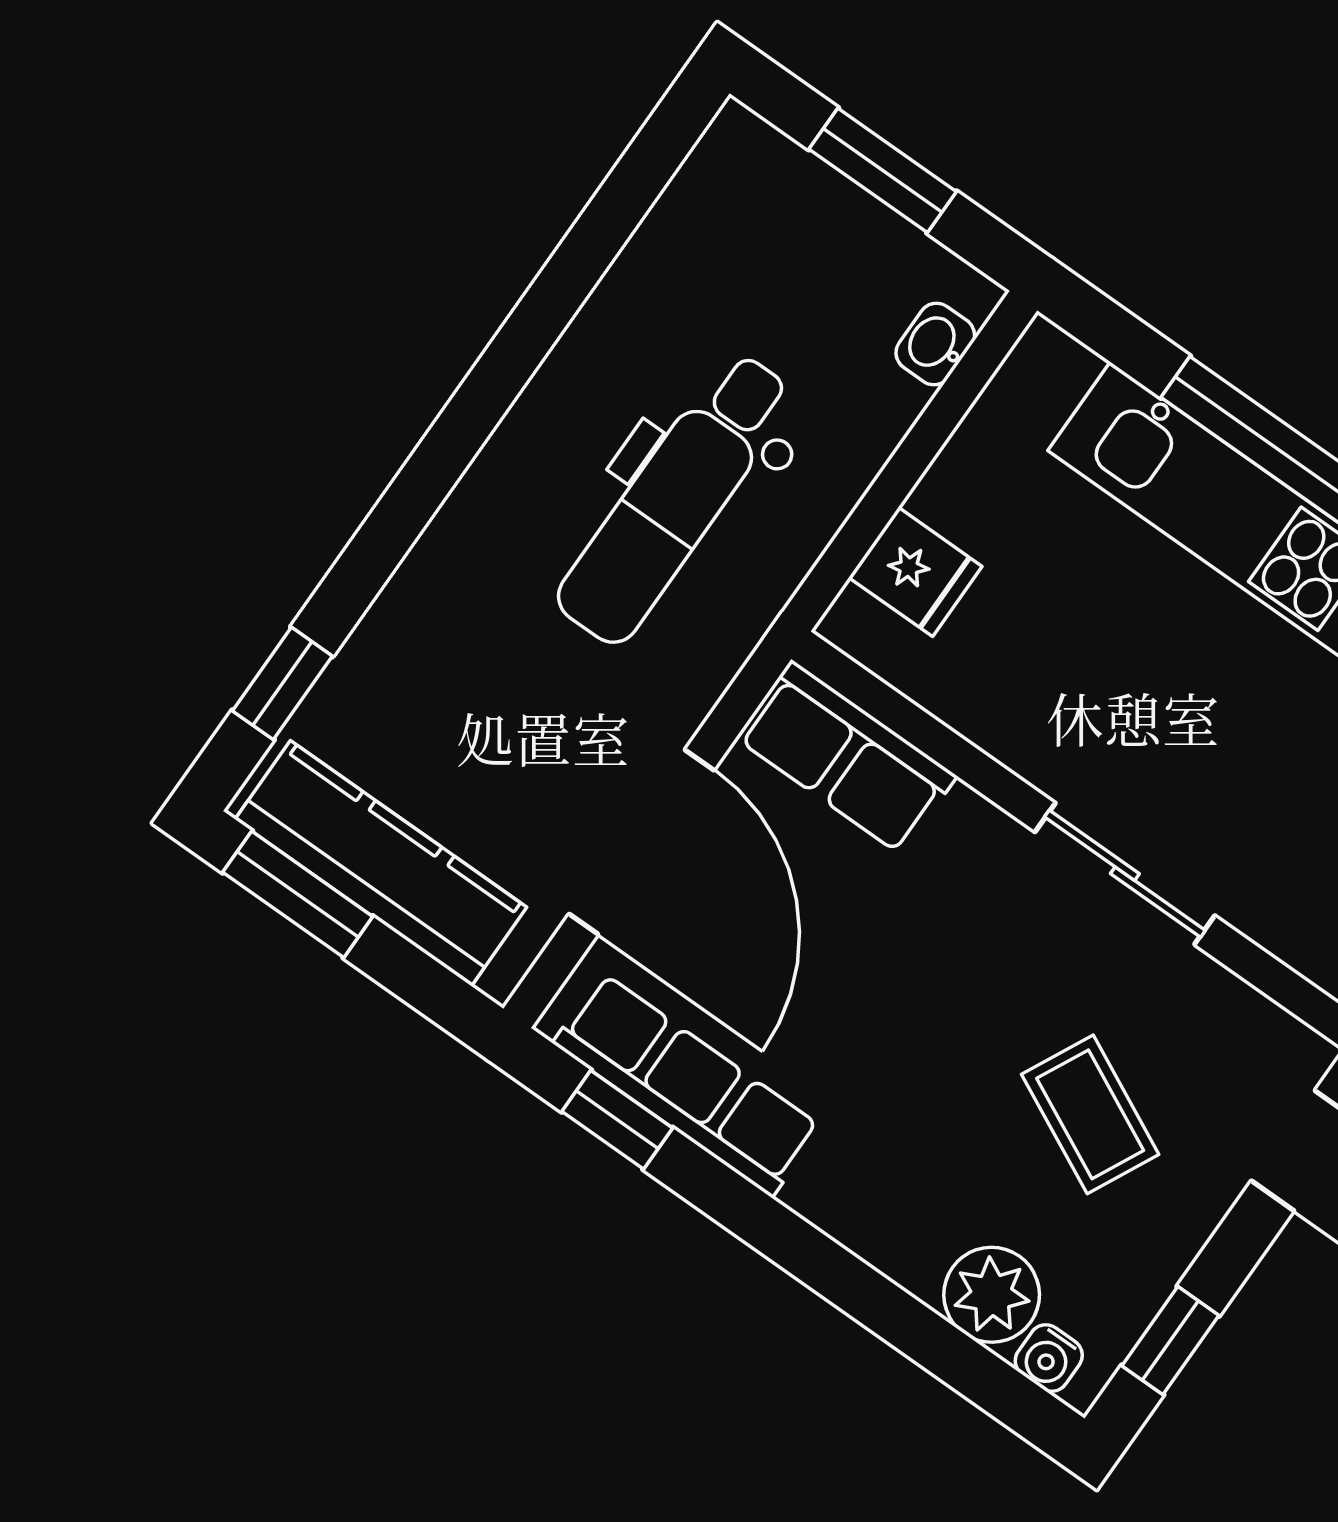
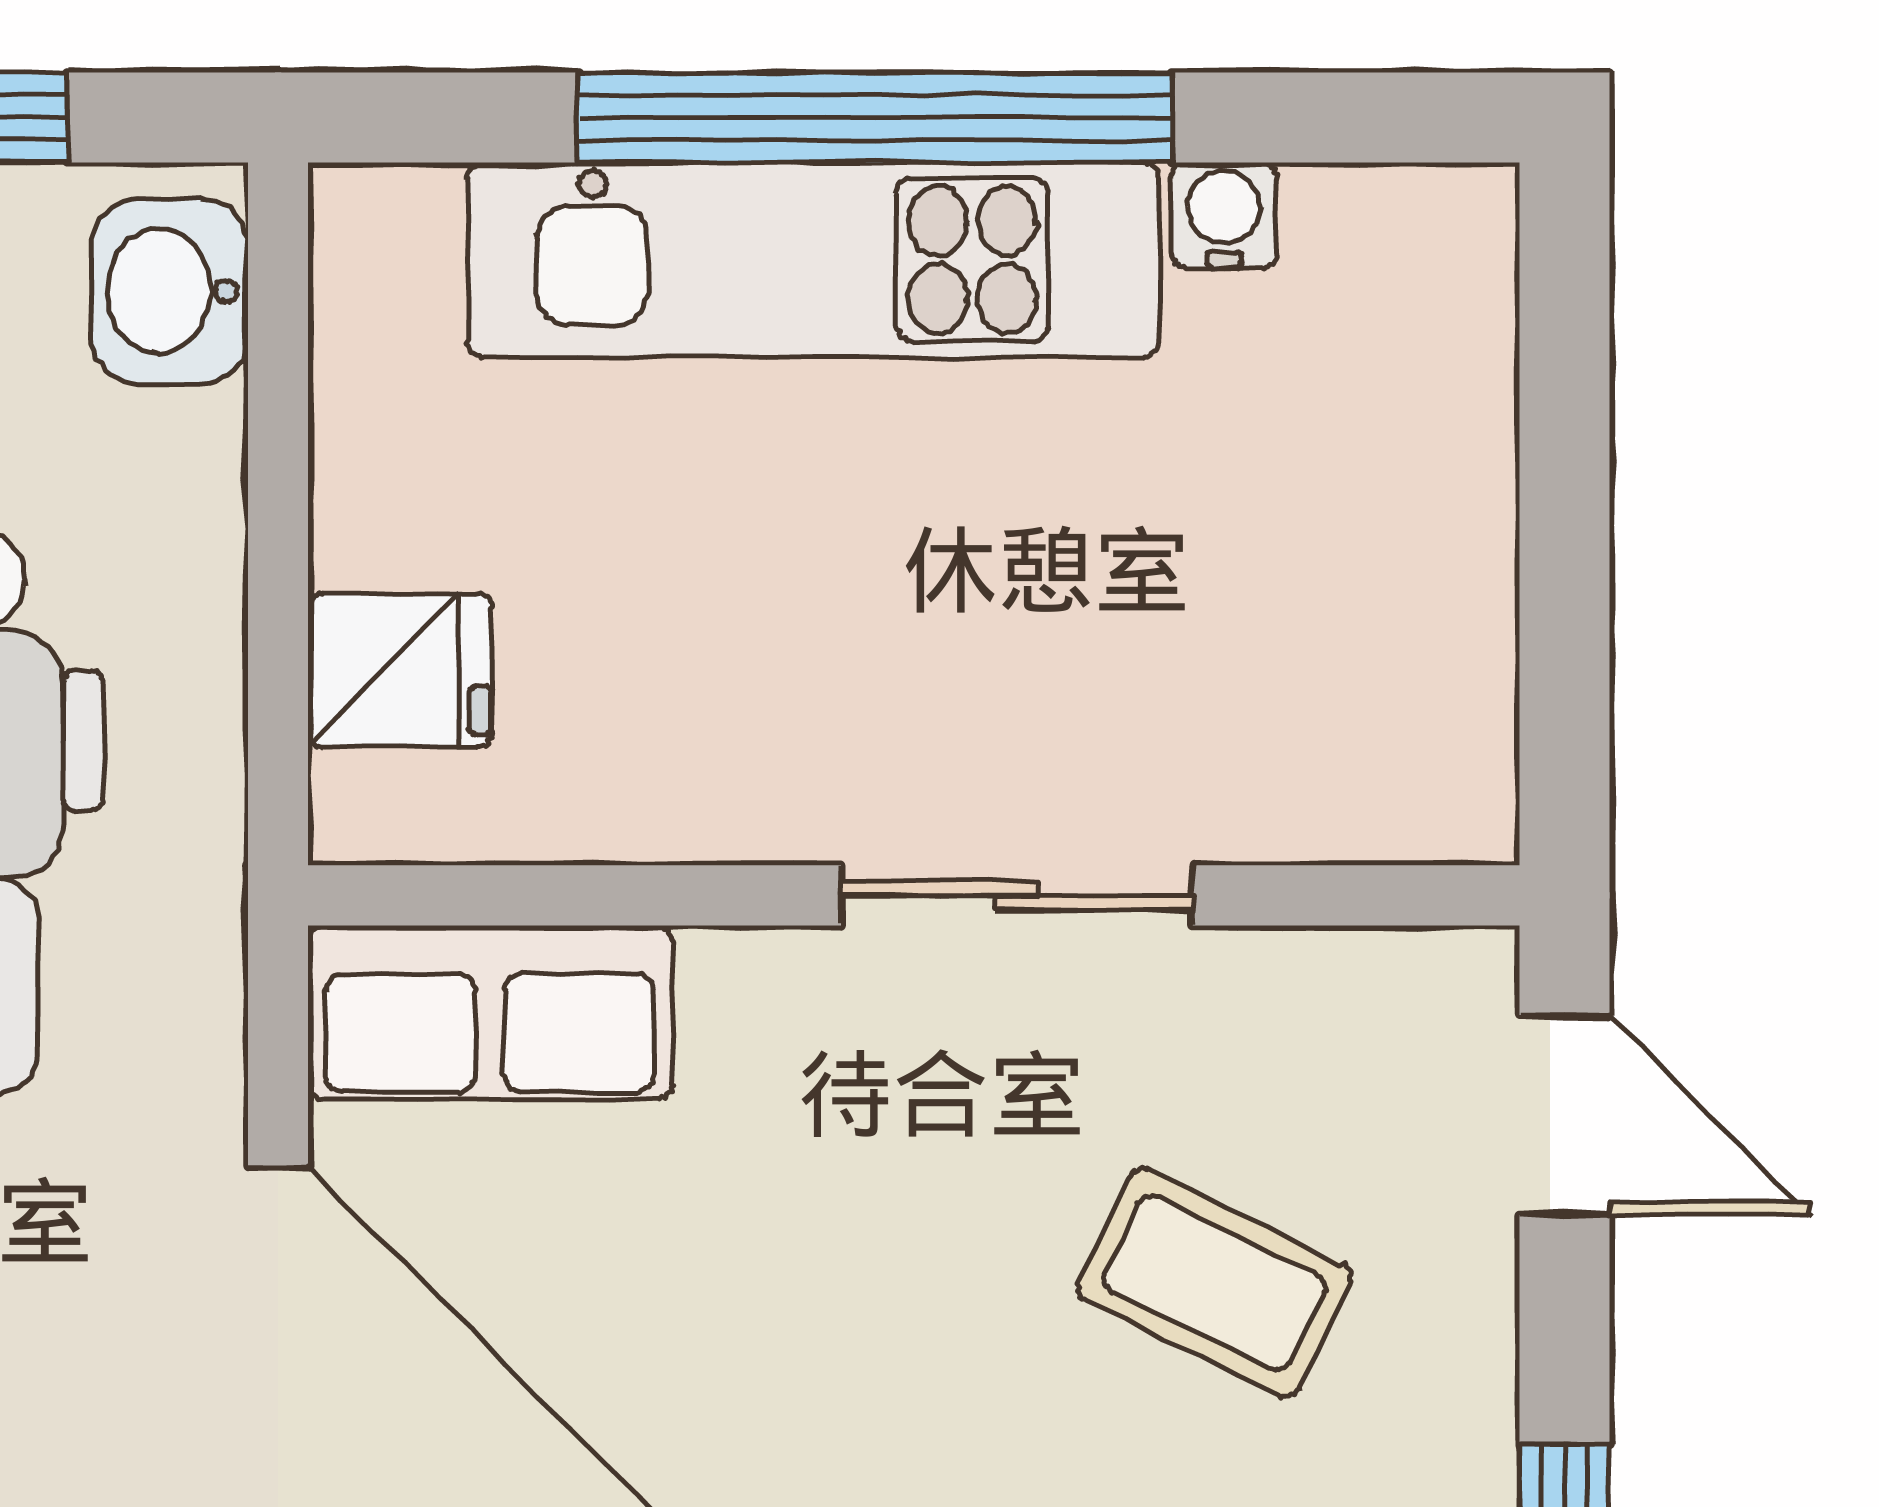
washbasin: (935, 344) -> (170, 291), width x1.38, depth x1.45

